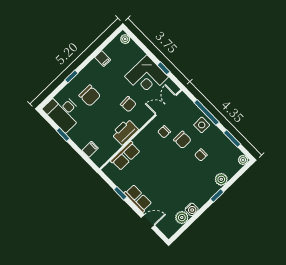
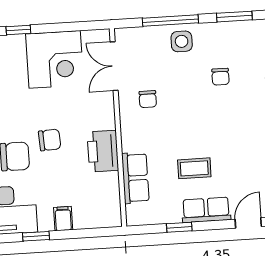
window: (164, 68) -> (18, 30), moved
chair: (128, 104) -> (50, 140), moved
chair: (182, 140) -> (179, 84), removed
filing cabinet: (90, 149) -> (63, 219), moved
coffee table: (151, 178) -> (194, 168), added

